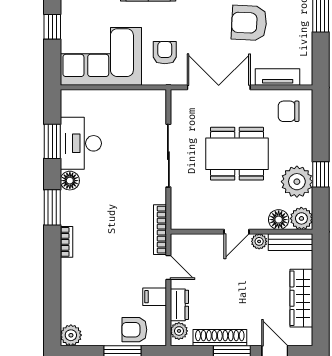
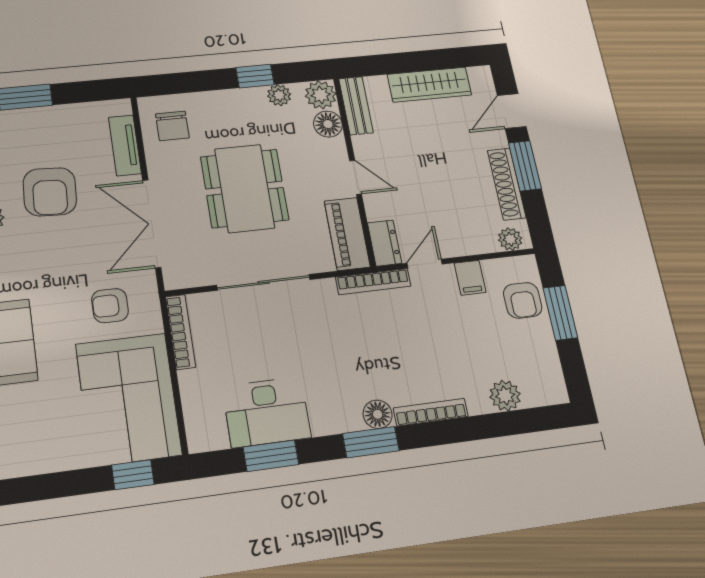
window: (52, 27) -> (133, 475), moved
bookcase: (141, 96) -> (181, 332), added
floor lamp: (70, 181) -> (378, 414), moved
plant: (297, 182) -> (279, 95), width x0.53, depth x0.53
piano: (196, 218) -> (347, 234), added
plant: (259, 241) -> (363, 146), removed
bookcase: (66, 242) -> (431, 412), width x1.56
dresser: (179, 305) -> (385, 243), moved, turned 90
plant: (71, 335) -> (505, 396), moved

